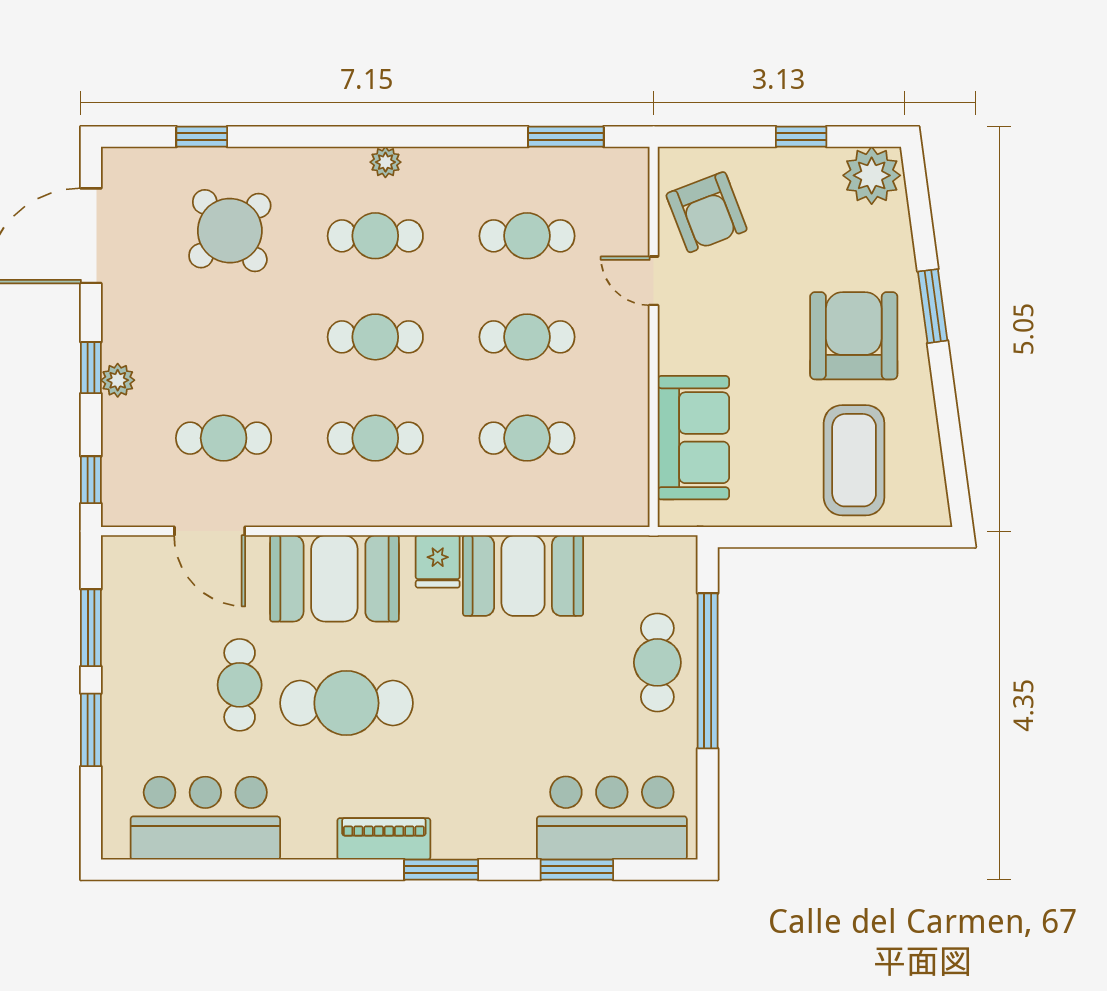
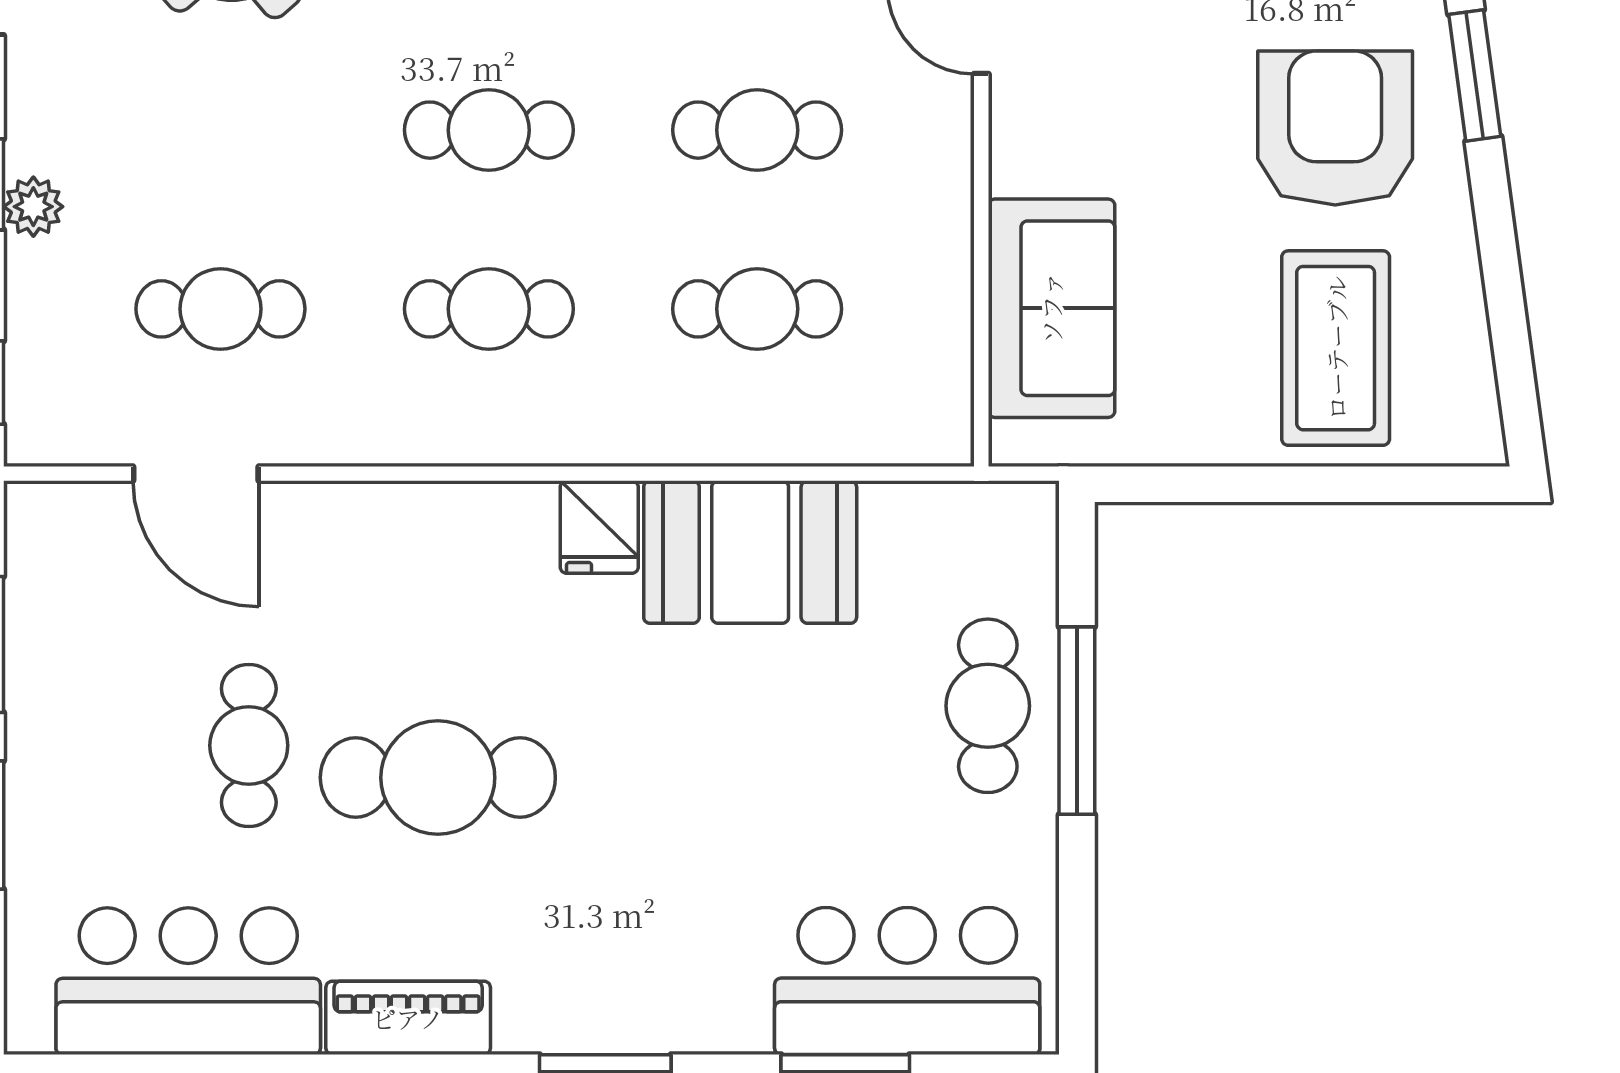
booth: (334, 578) -> (417, 557), removed
window: (708, 671) -> (1077, 721), width x0.68
piano: (384, 839) -> (408, 1018), moved

